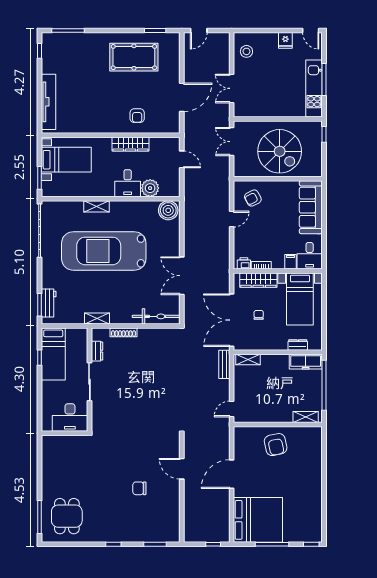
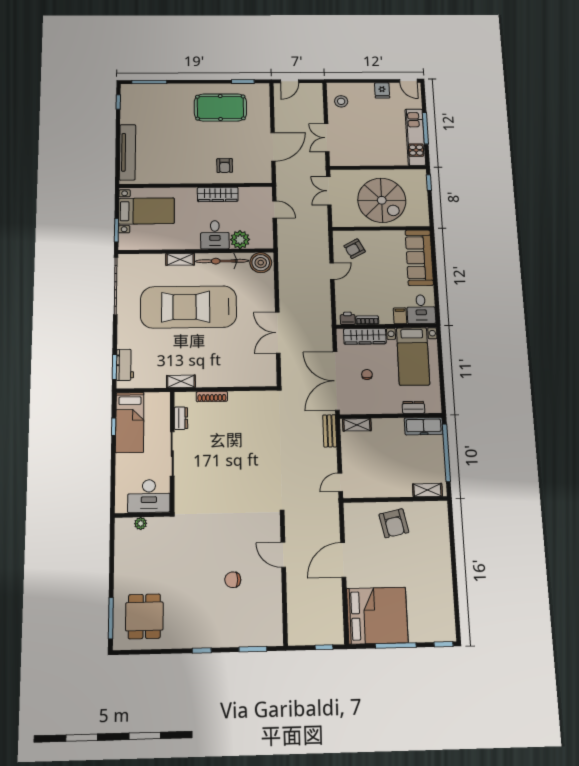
bicycle: (156, 316) -> (222, 261), moved, turned 180
plant: (63, 440) -> (141, 523), added

